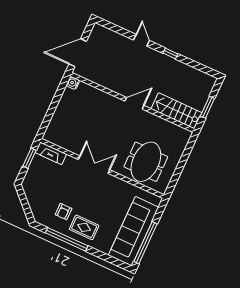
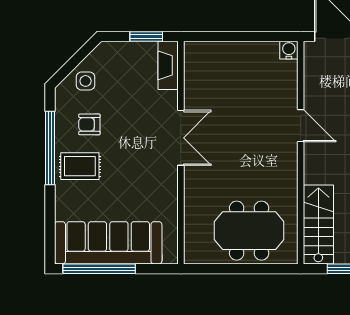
door: (134, 103) -> (301, 126), moved
meeting table: (146, 162) -> (249, 231), moved
side table: (39, 203) -> (86, 81), added
rug: (84, 227) -> (80, 166), turned 90

